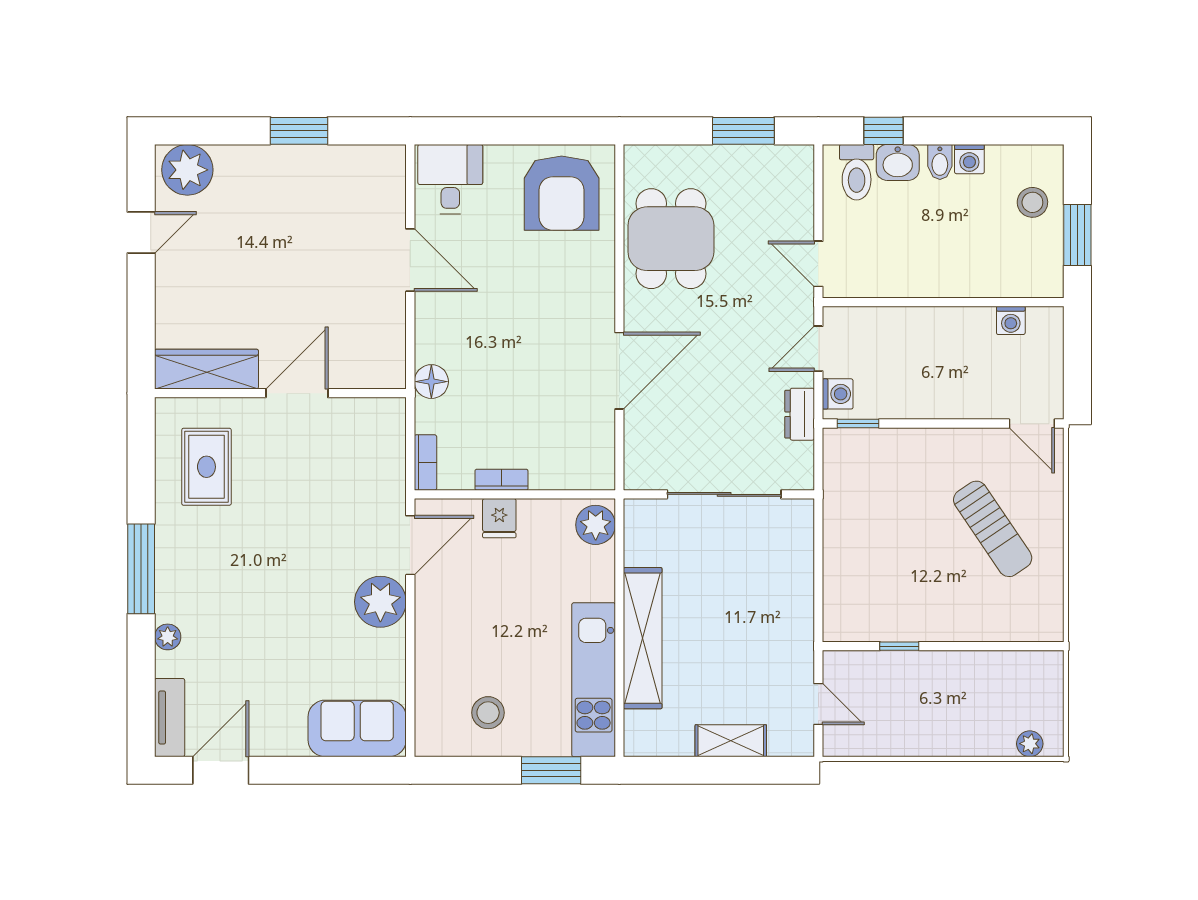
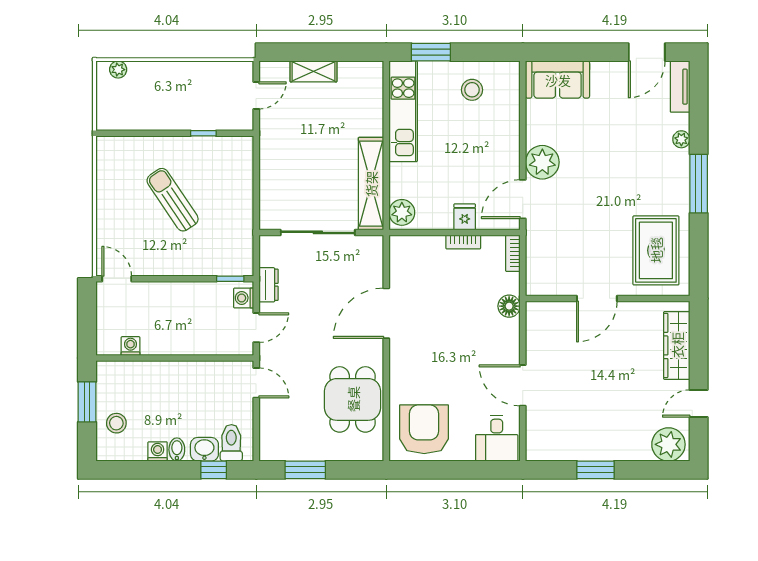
wardrobe: (206, 369) -> (677, 345), moved, turned 90
rug: (206, 467) -> (656, 250), width x1.36, depth x1.43
sun lounger: (993, 529) -> (173, 200), moved
shelving: (643, 638) -> (371, 184), moved
door: (818, 704) -> (256, 95), swing flipped

